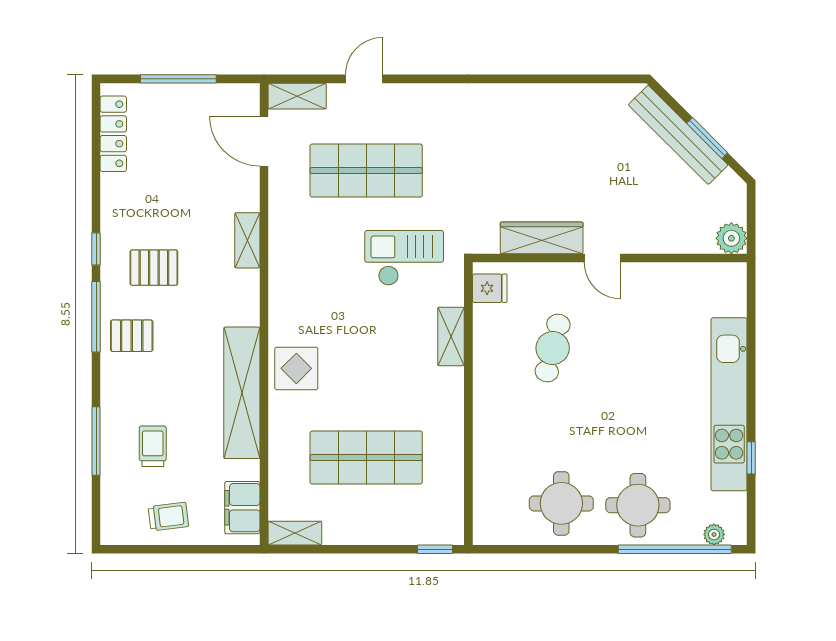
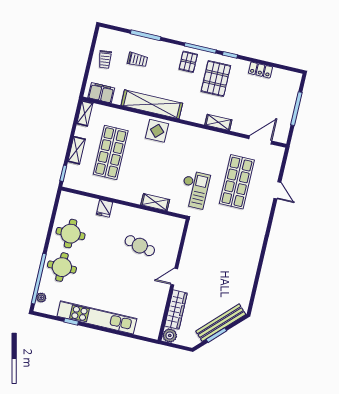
shelving: (297, 96) -> (77, 150), moved
locker: (113, 134) -> (260, 70), moved, width x0.66
wardrobe: (542, 238) -> (176, 310), moved
pallet: (154, 268) -> (216, 78), width x1.50, depth x1.42
fridge: (490, 288) -> (105, 208), moved

